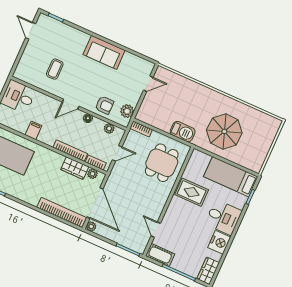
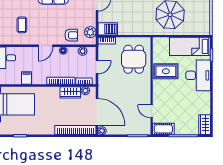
barbecue: (183, 132) -> (108, 29), moved
desk: (223, 218) -> (198, 75), width x1.37
nightstand: (219, 242) -> (203, 100), removed

